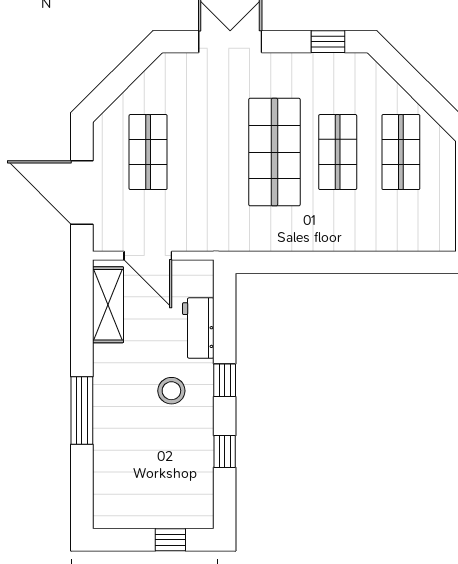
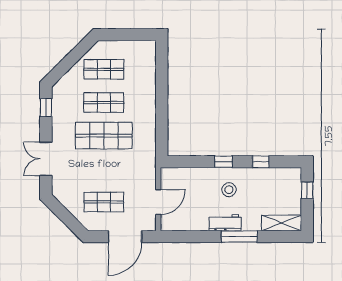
shelving: (108, 305) -> (281, 223), moved
workbench: (198, 328) -> (225, 223), moved, turned 180

